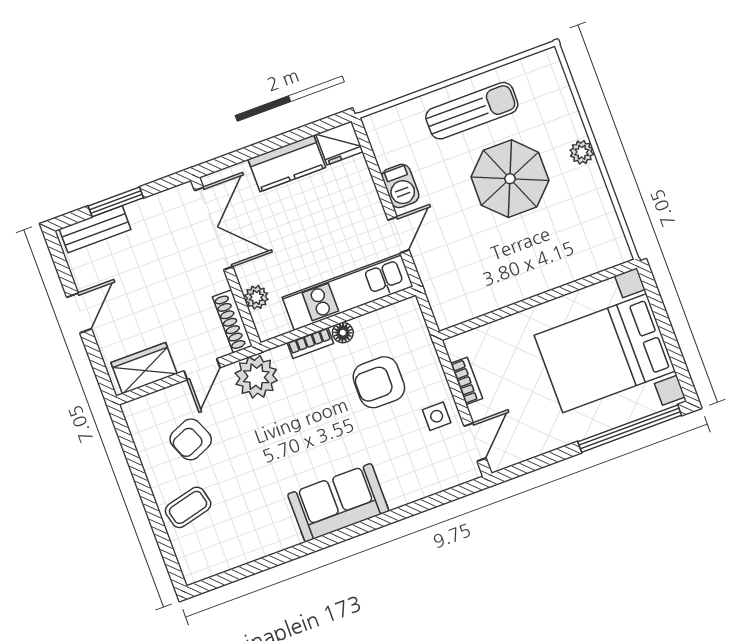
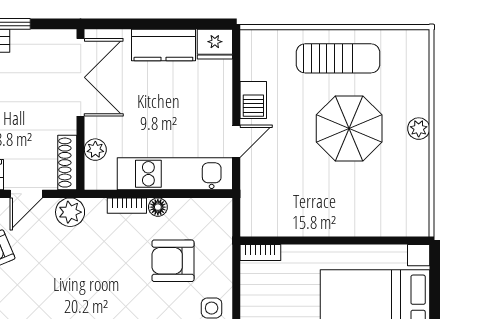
plant: (256, 377) -> (70, 212), width x0.73, depth x0.73
bookcase: (467, 381) -> (260, 253), moved, turned 90

